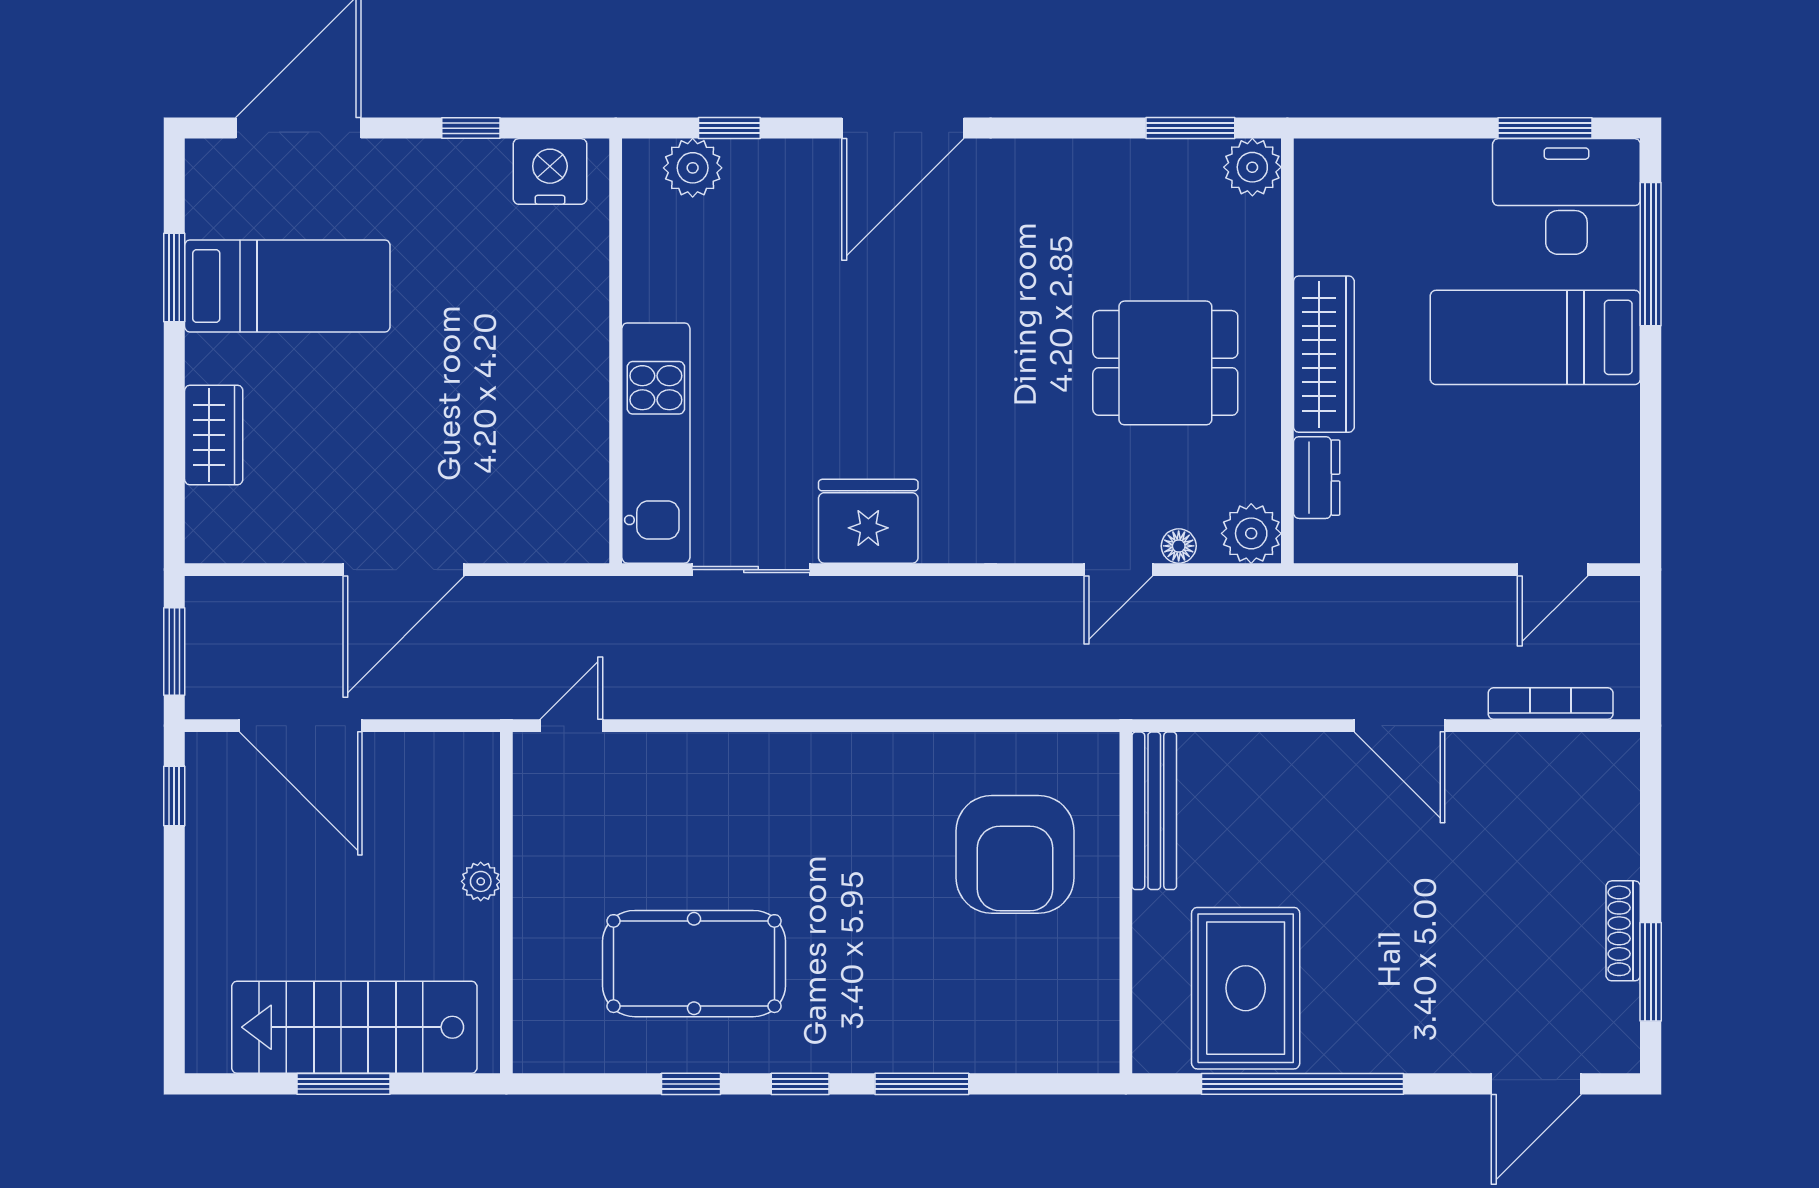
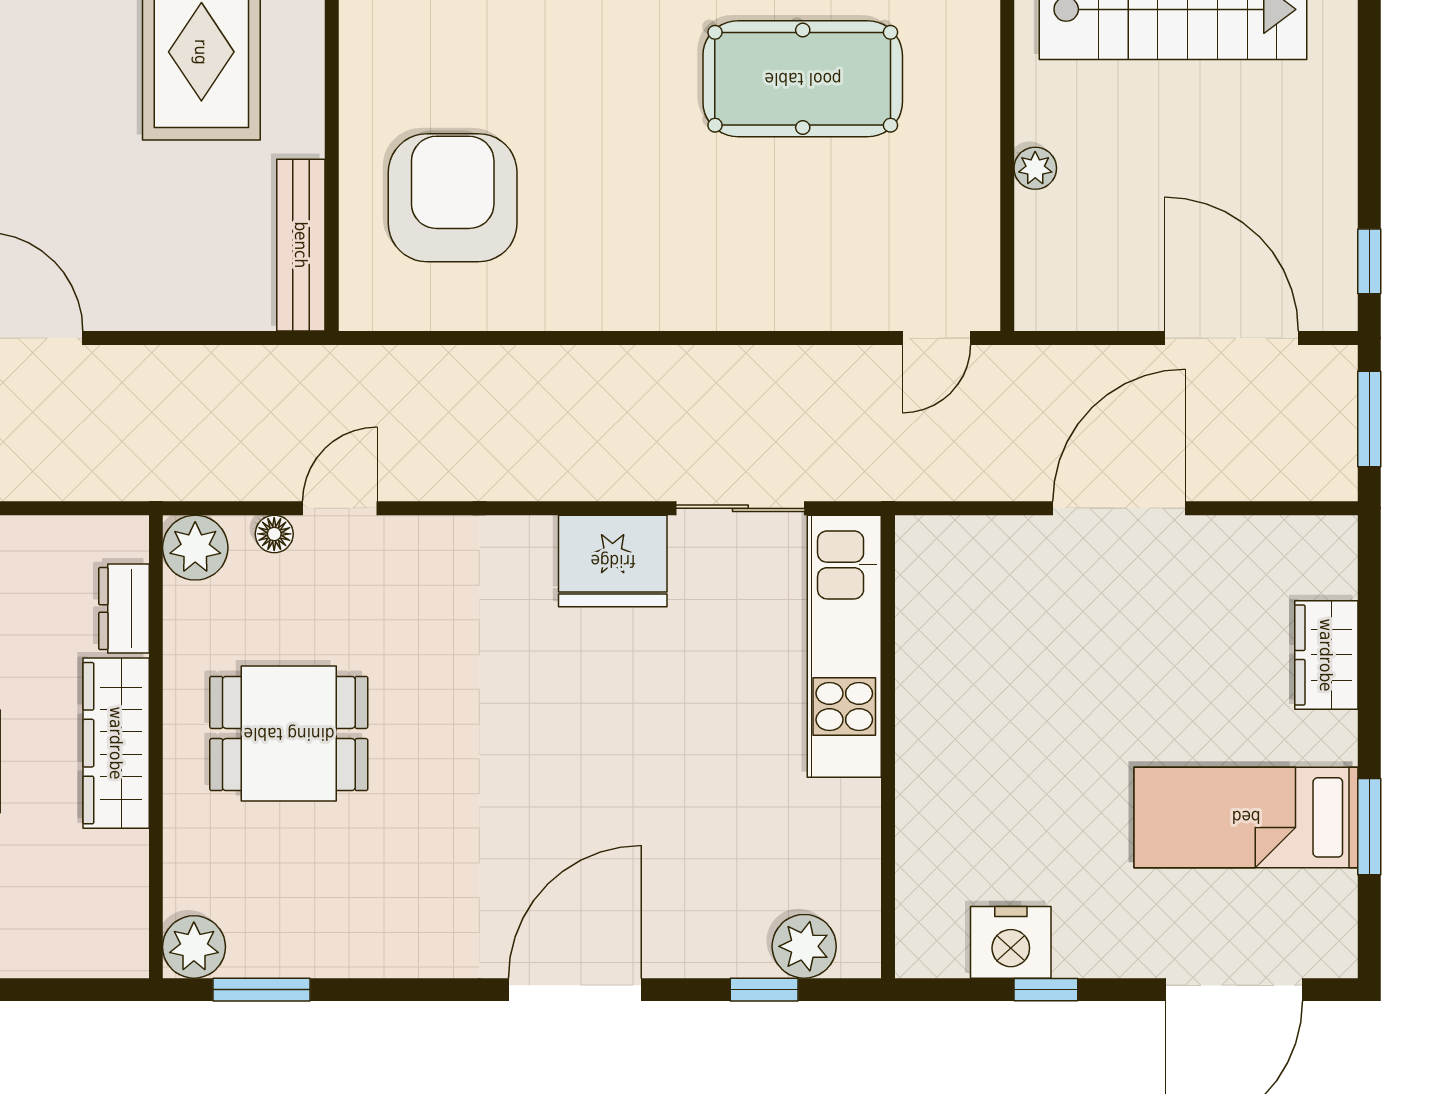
nightstand: (550, 171) -> (1011, 942), moved

